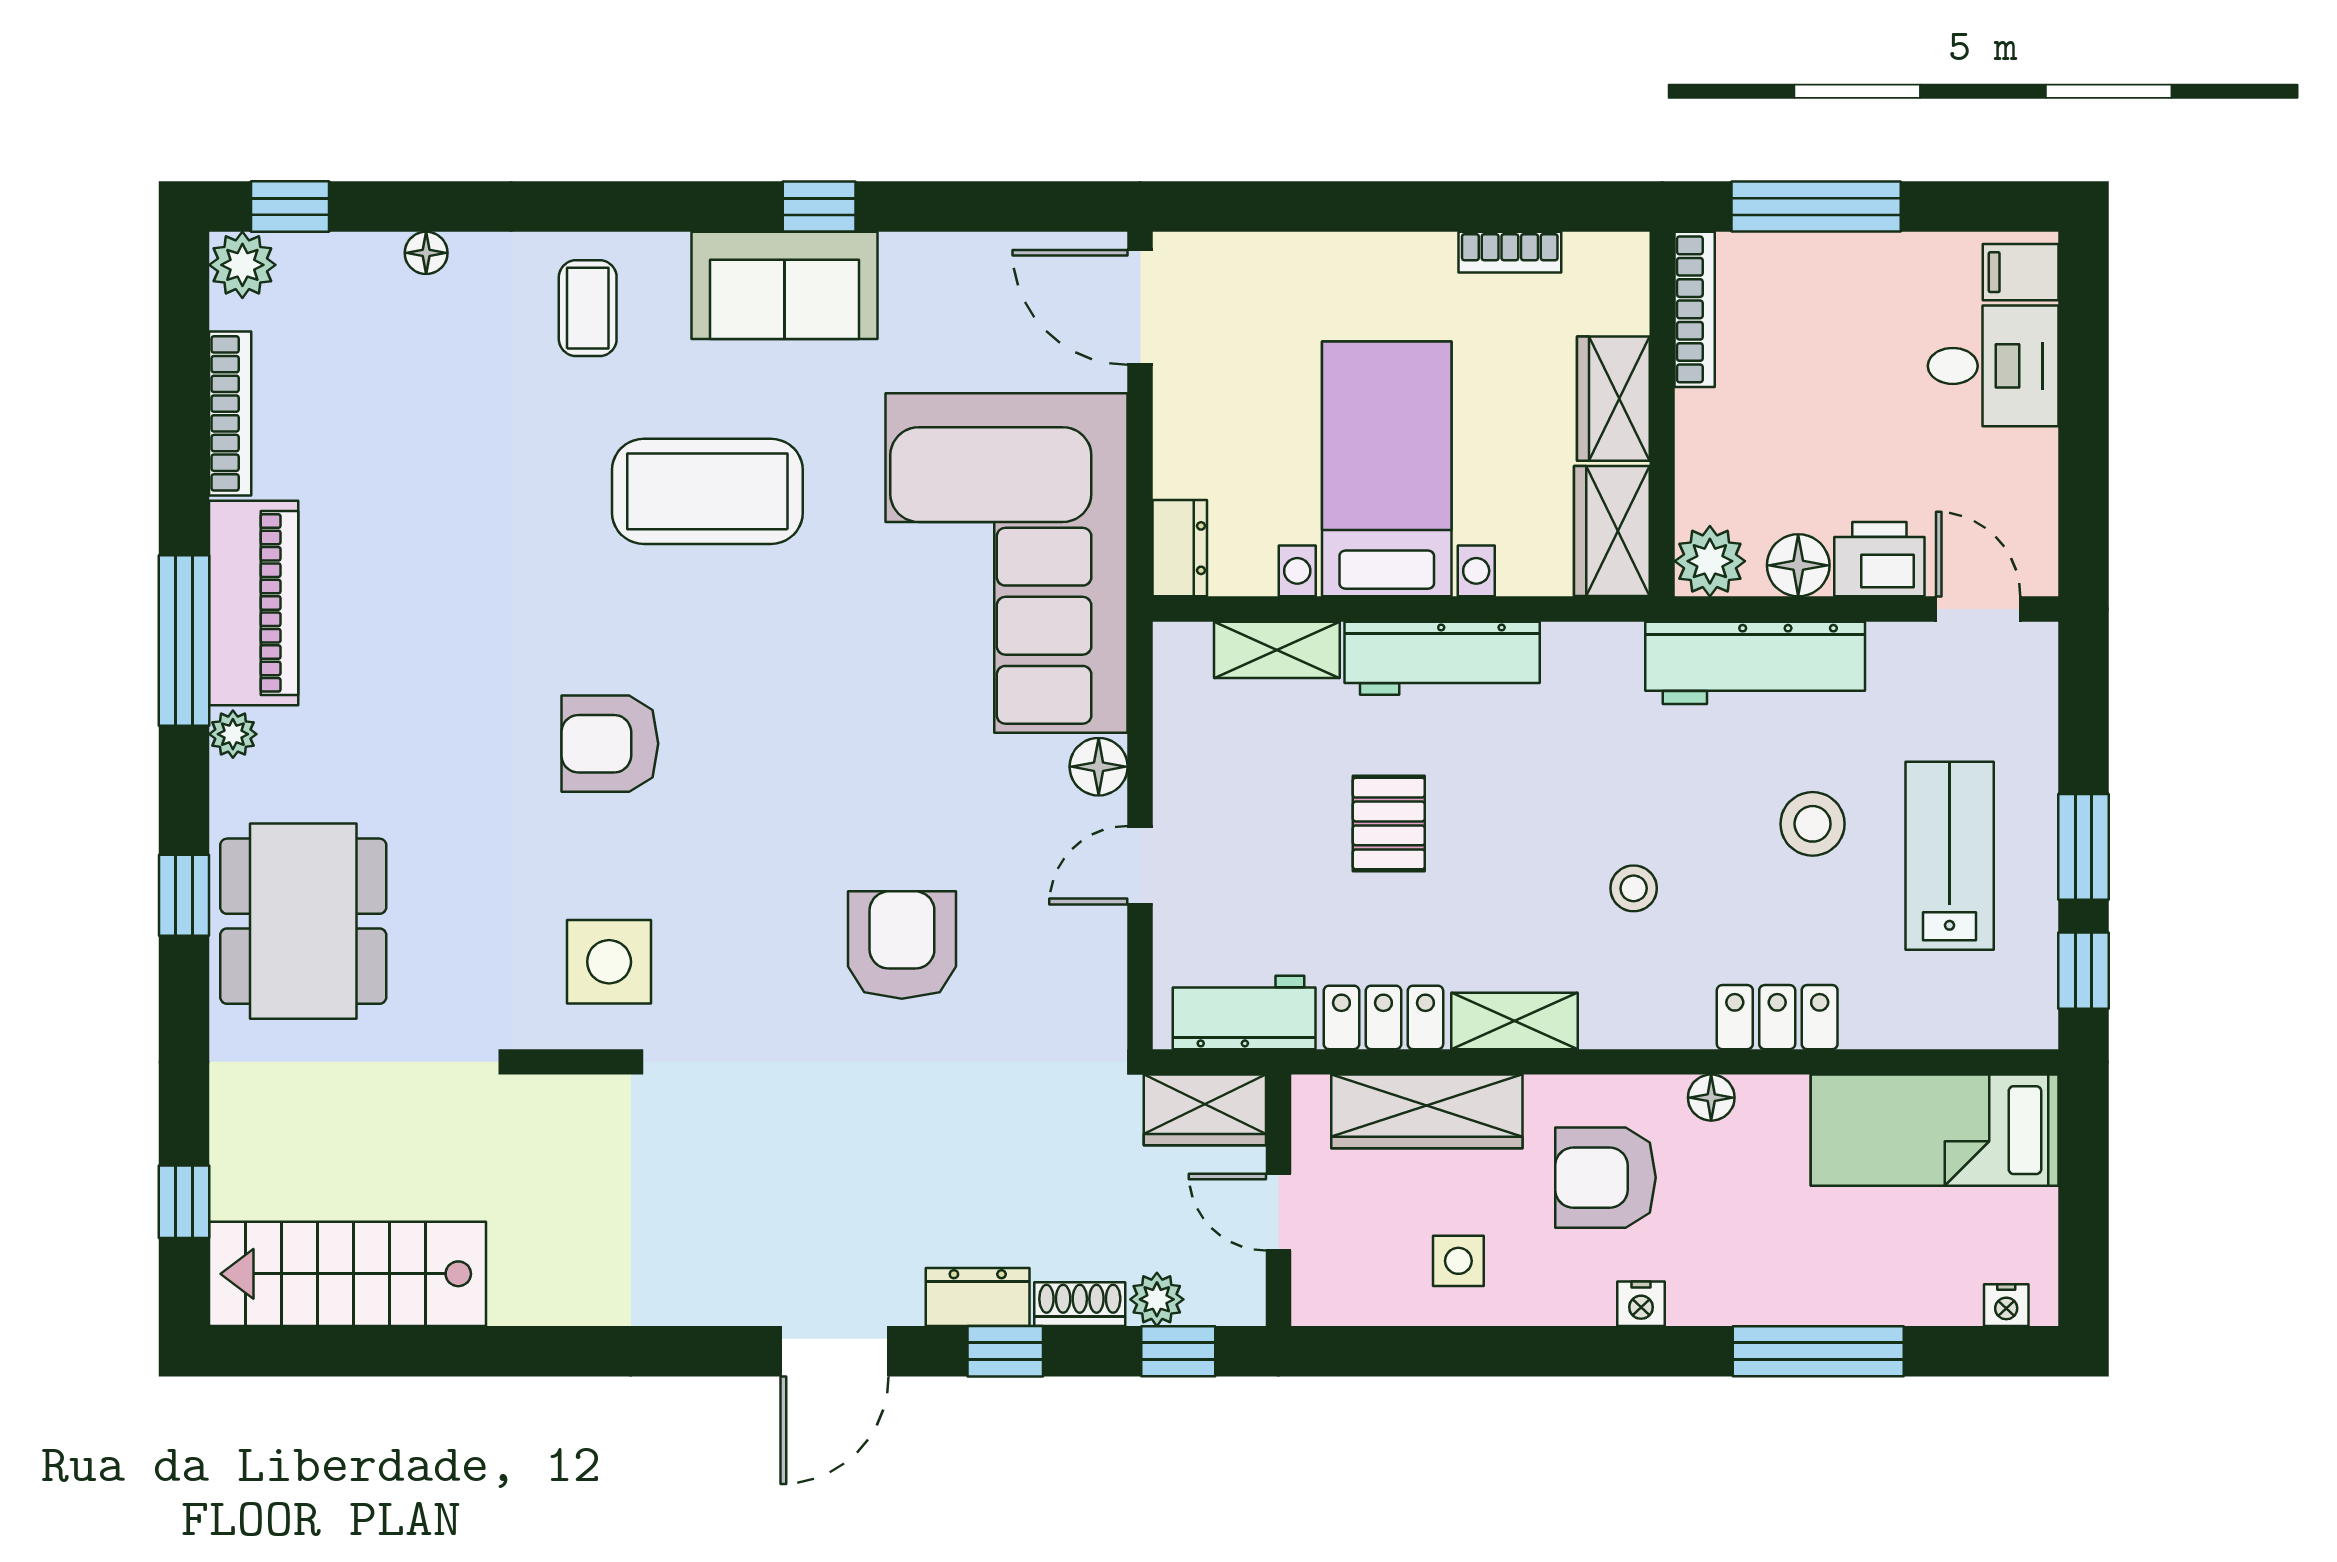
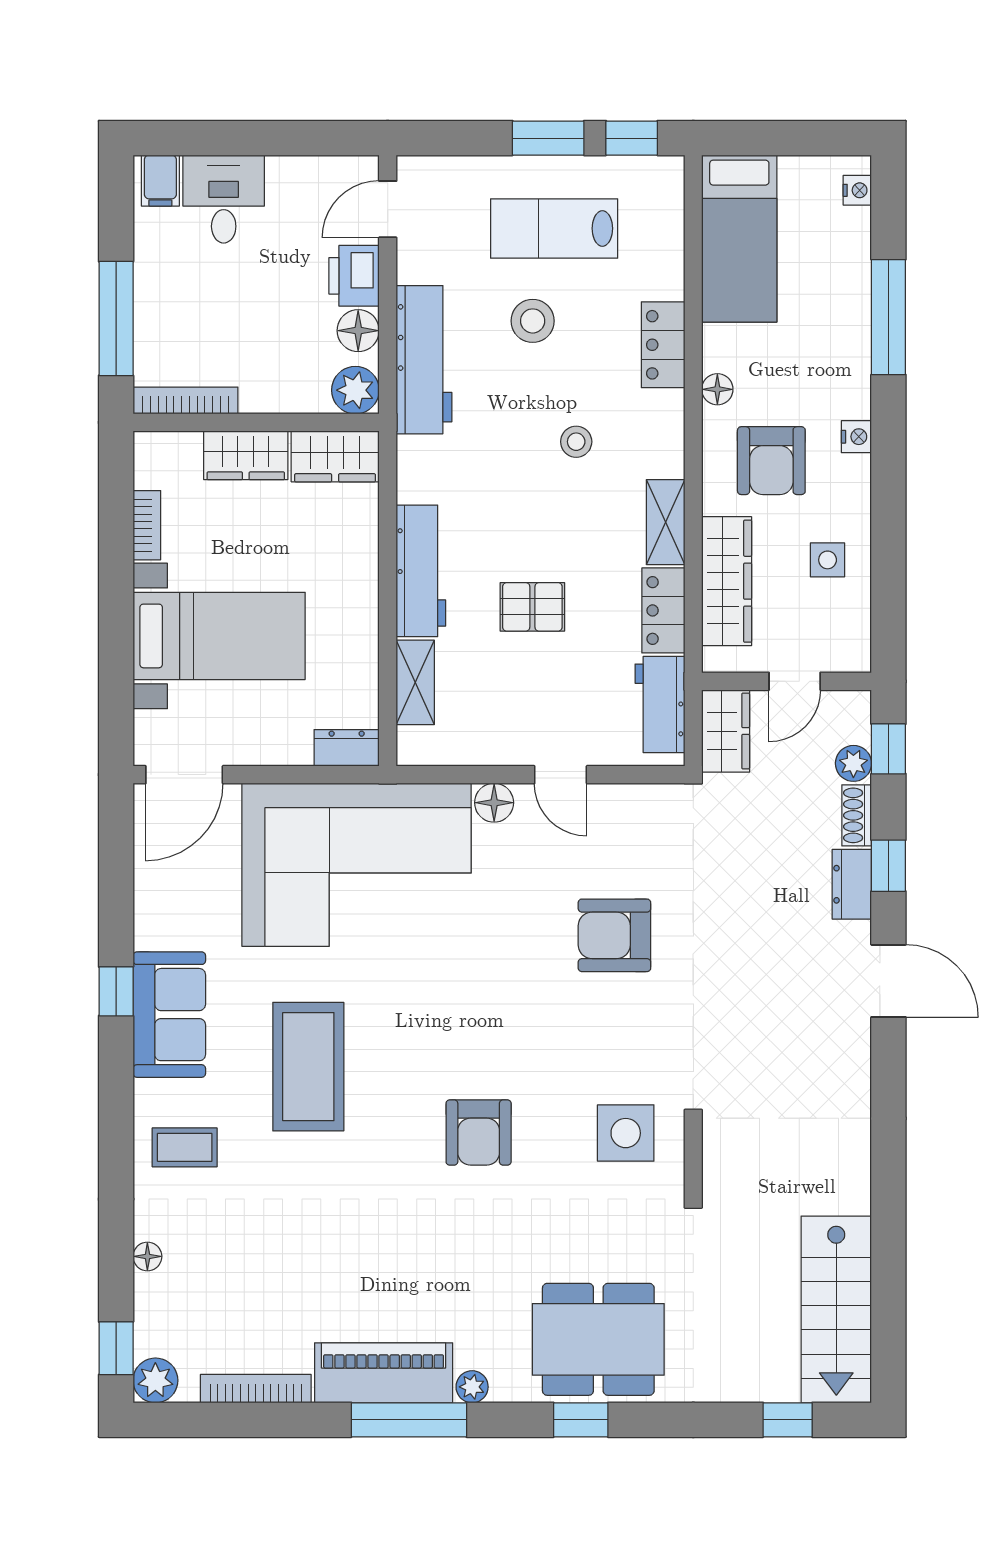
bed with nightstands: (1387, 469) -> (219, 636), moved, turned 180

